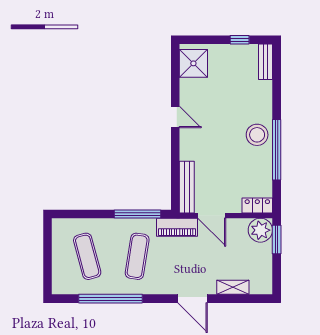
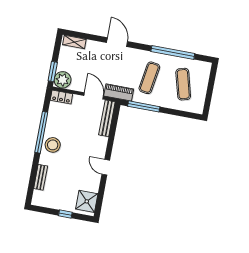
window: (240, 40) -> (65, 214), moved
bench: (266, 62) -> (41, 177), moved
shelving: (233, 287) -> (74, 42), moved

